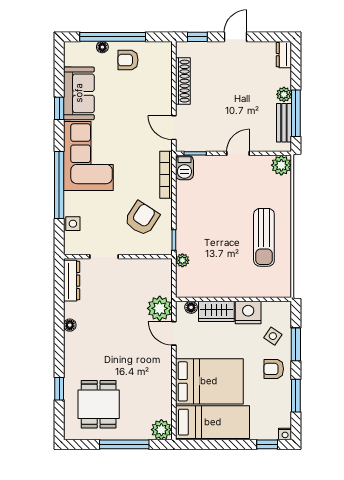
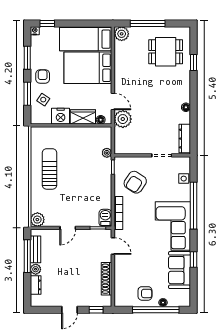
dresser: (284, 55) -> (36, 285), moved
armchair: (274, 369) -> (43, 76), turned -90
dining table: (99, 404) -> (166, 52), turned 90

